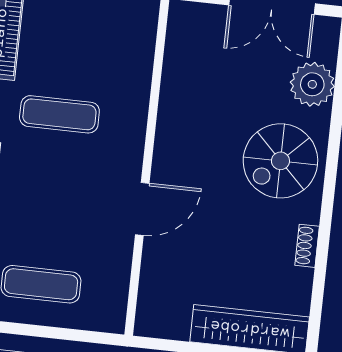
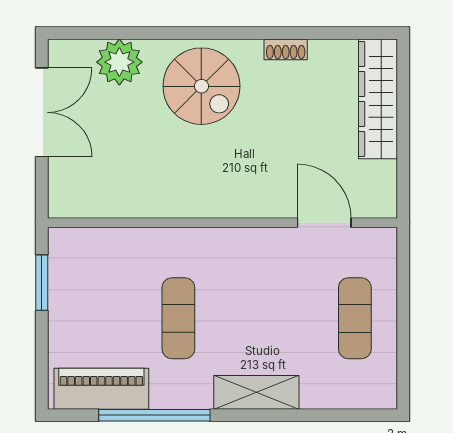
door: (142, 209) -> (324, 223), moved

